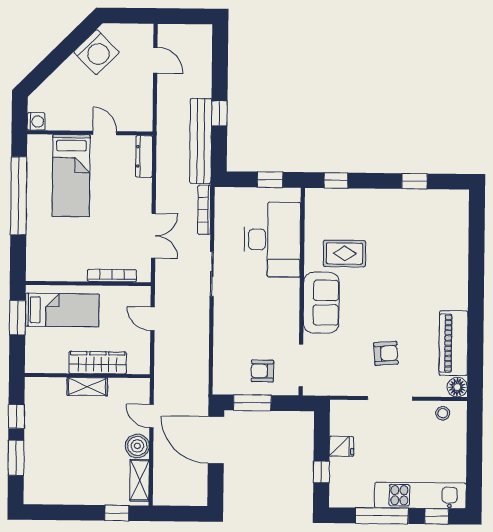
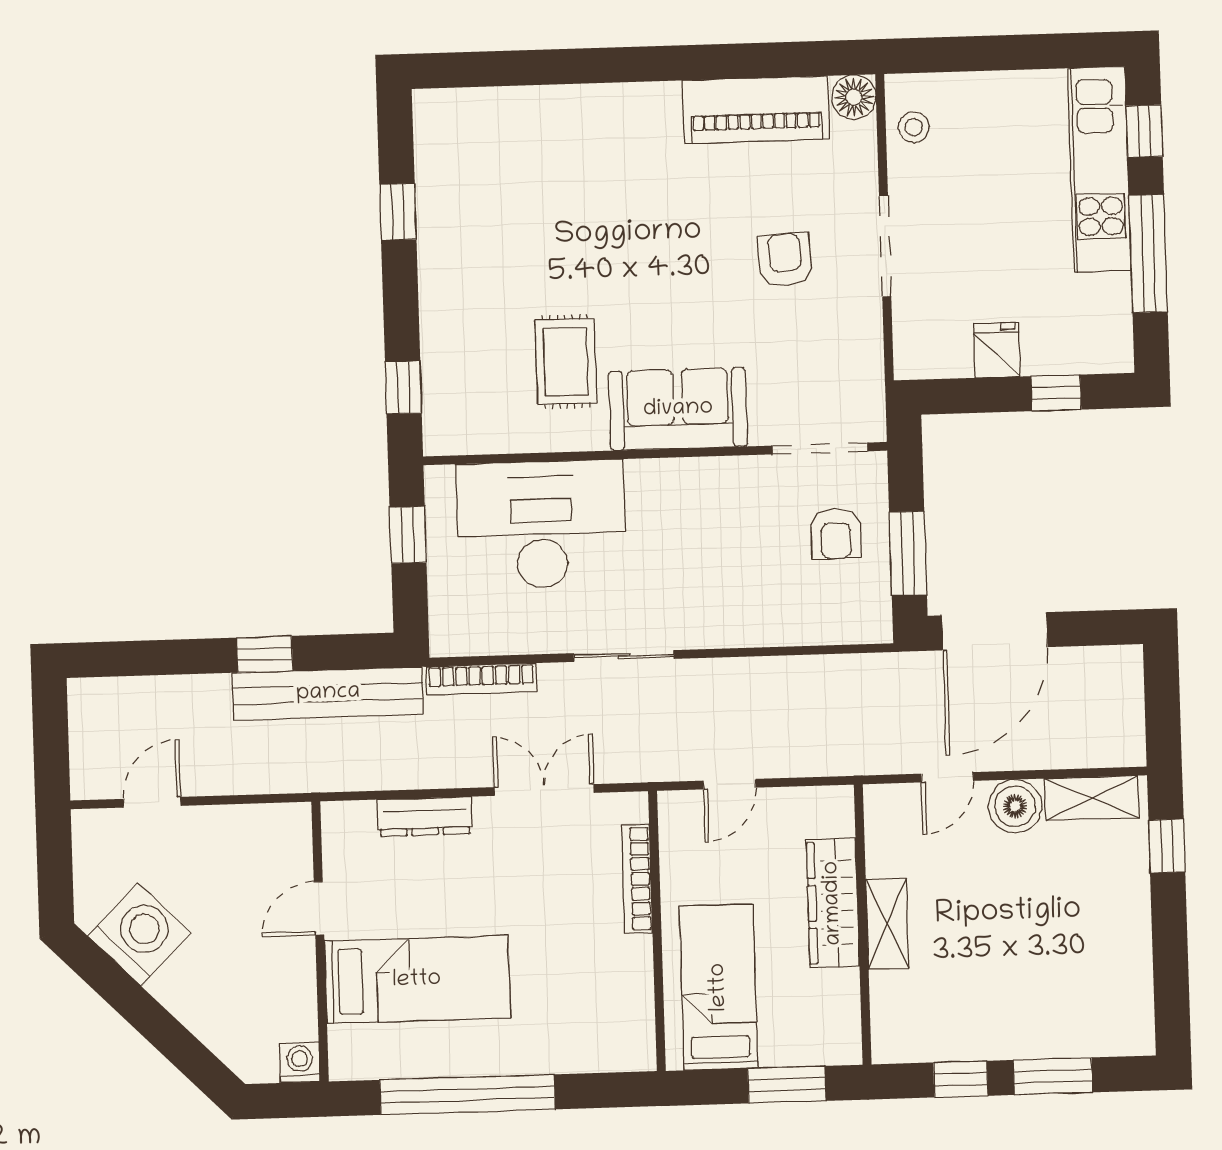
dresser: (144, 156) -> (425, 816), moved
window: (17, 318) -> (787, 1085), moved

